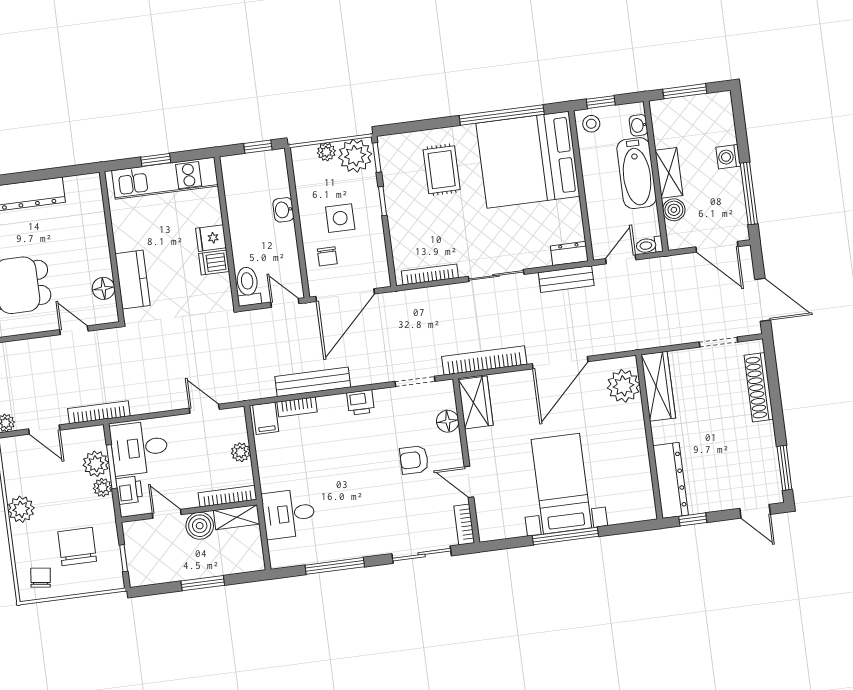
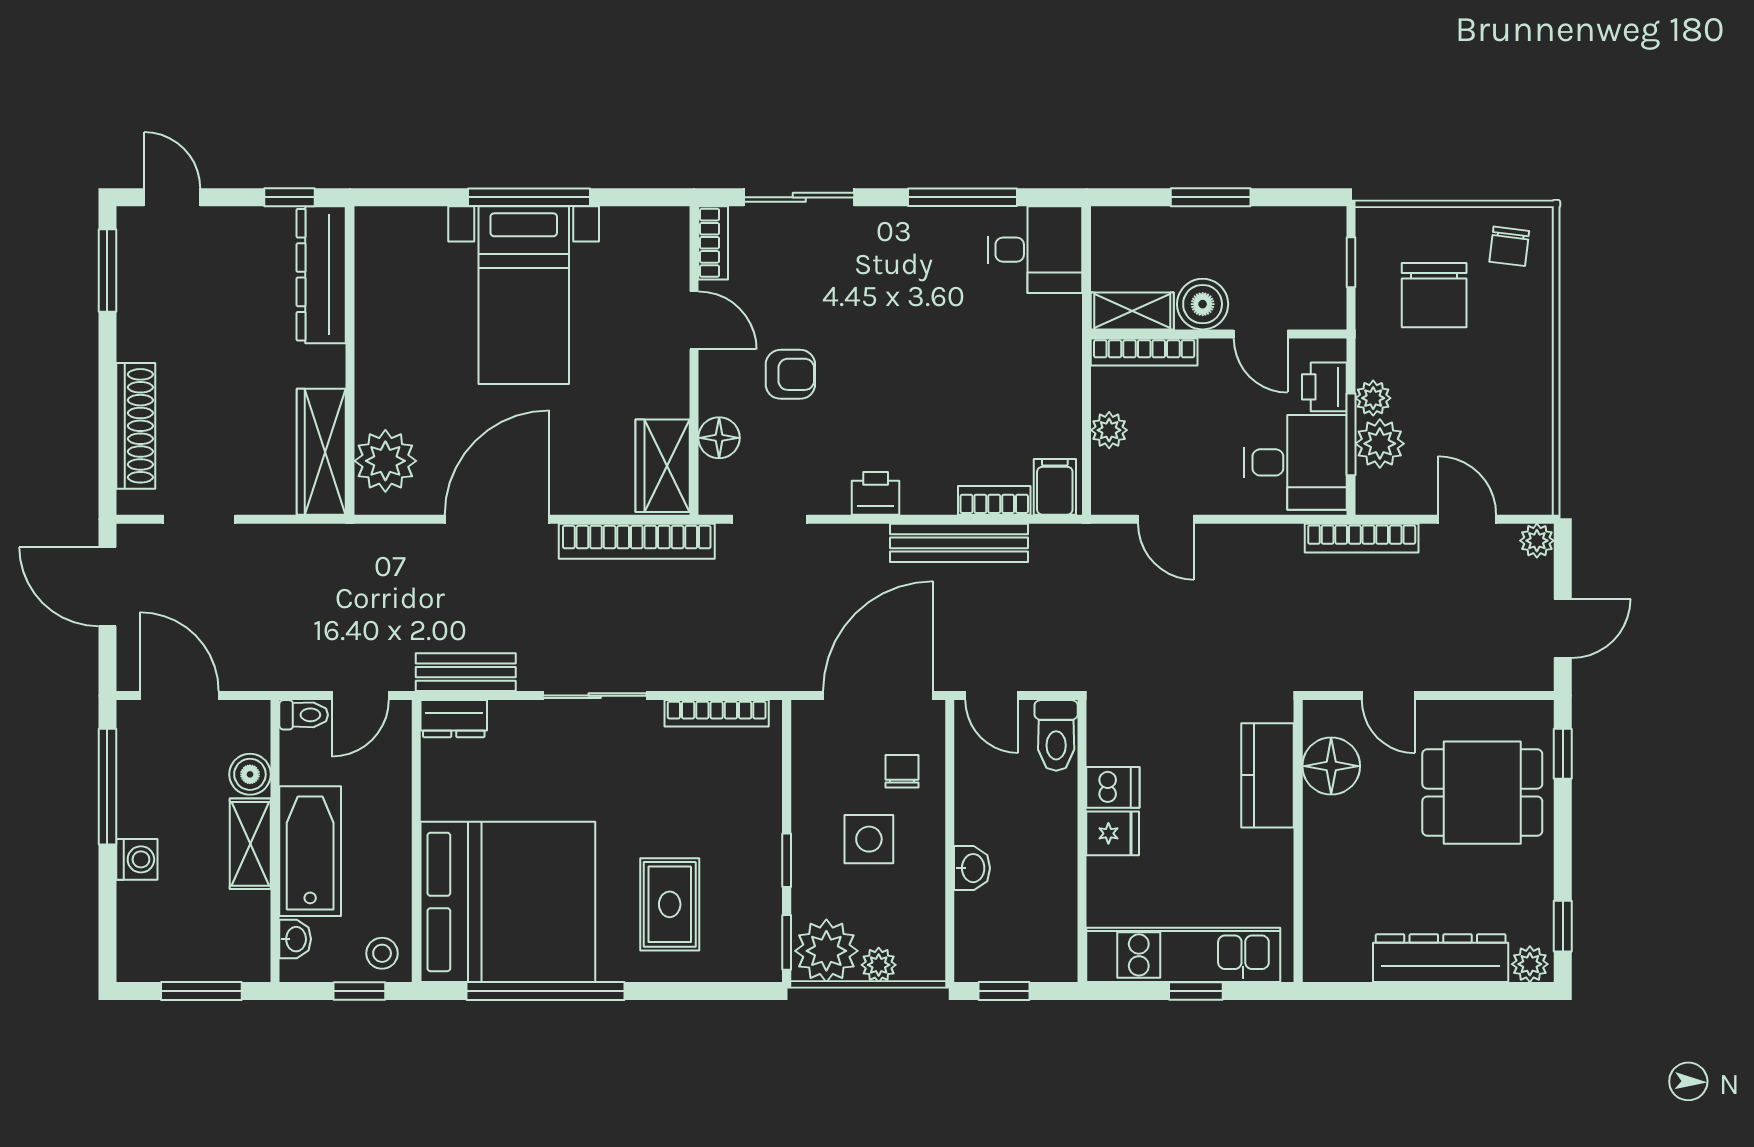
floor lamp: (104, 288) -> (1331, 766), width x1.38, depth x1.38
plant: (21, 509) -> (1529, 377), removed
desk: (289, 514) -> (1035, 250), moved

